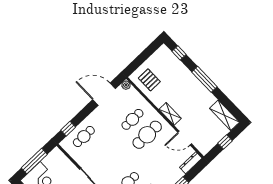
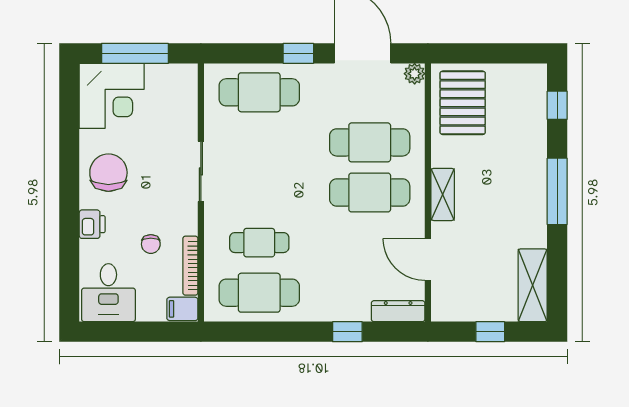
pallet: (149, 80) -> (463, 103), width x1.50, depth x1.42
cafe table: (132, 119) -> (370, 142), width x1.37, depth x1.35
window: (68, 129) -> (298, 53), moved
cafe table: (84, 137) -> (259, 92), width x1.37, depth x1.35

